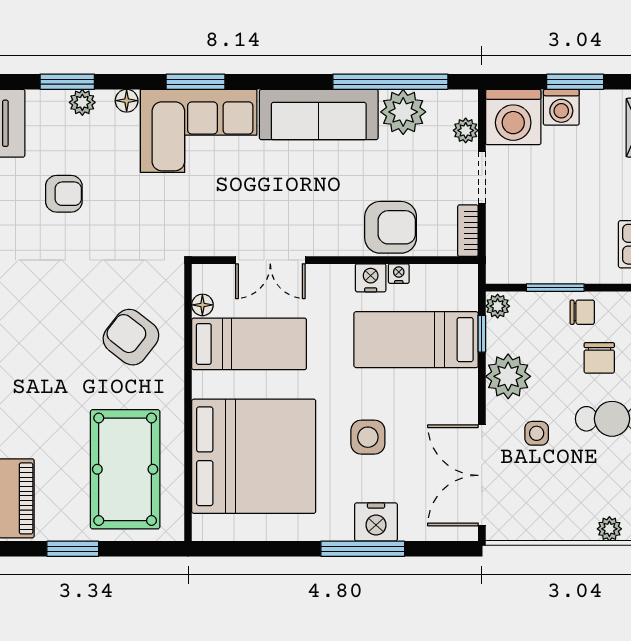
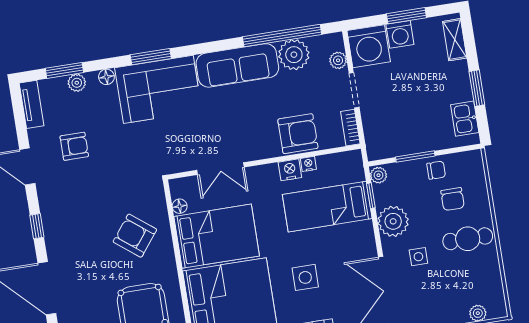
bed: (249, 344) -> (217, 236), width x1.50

